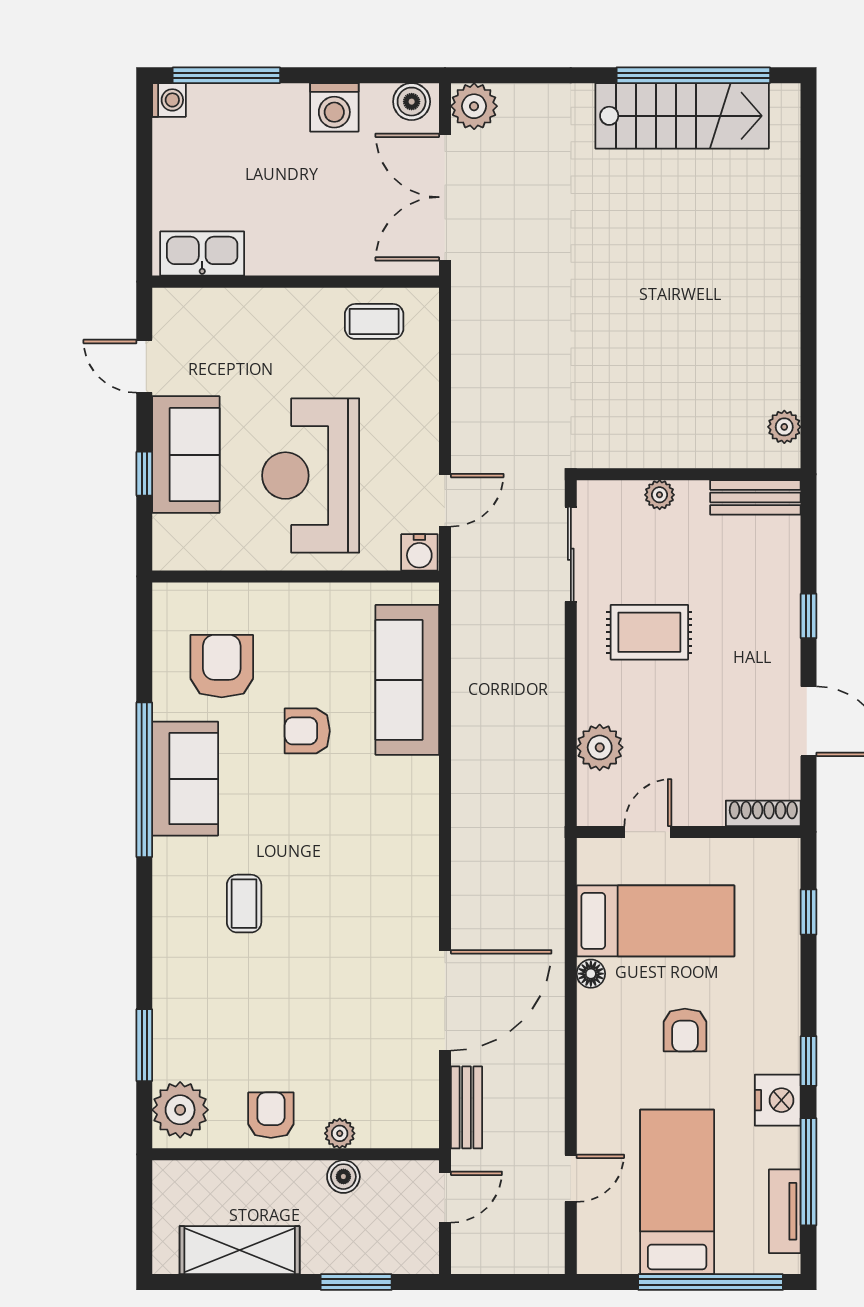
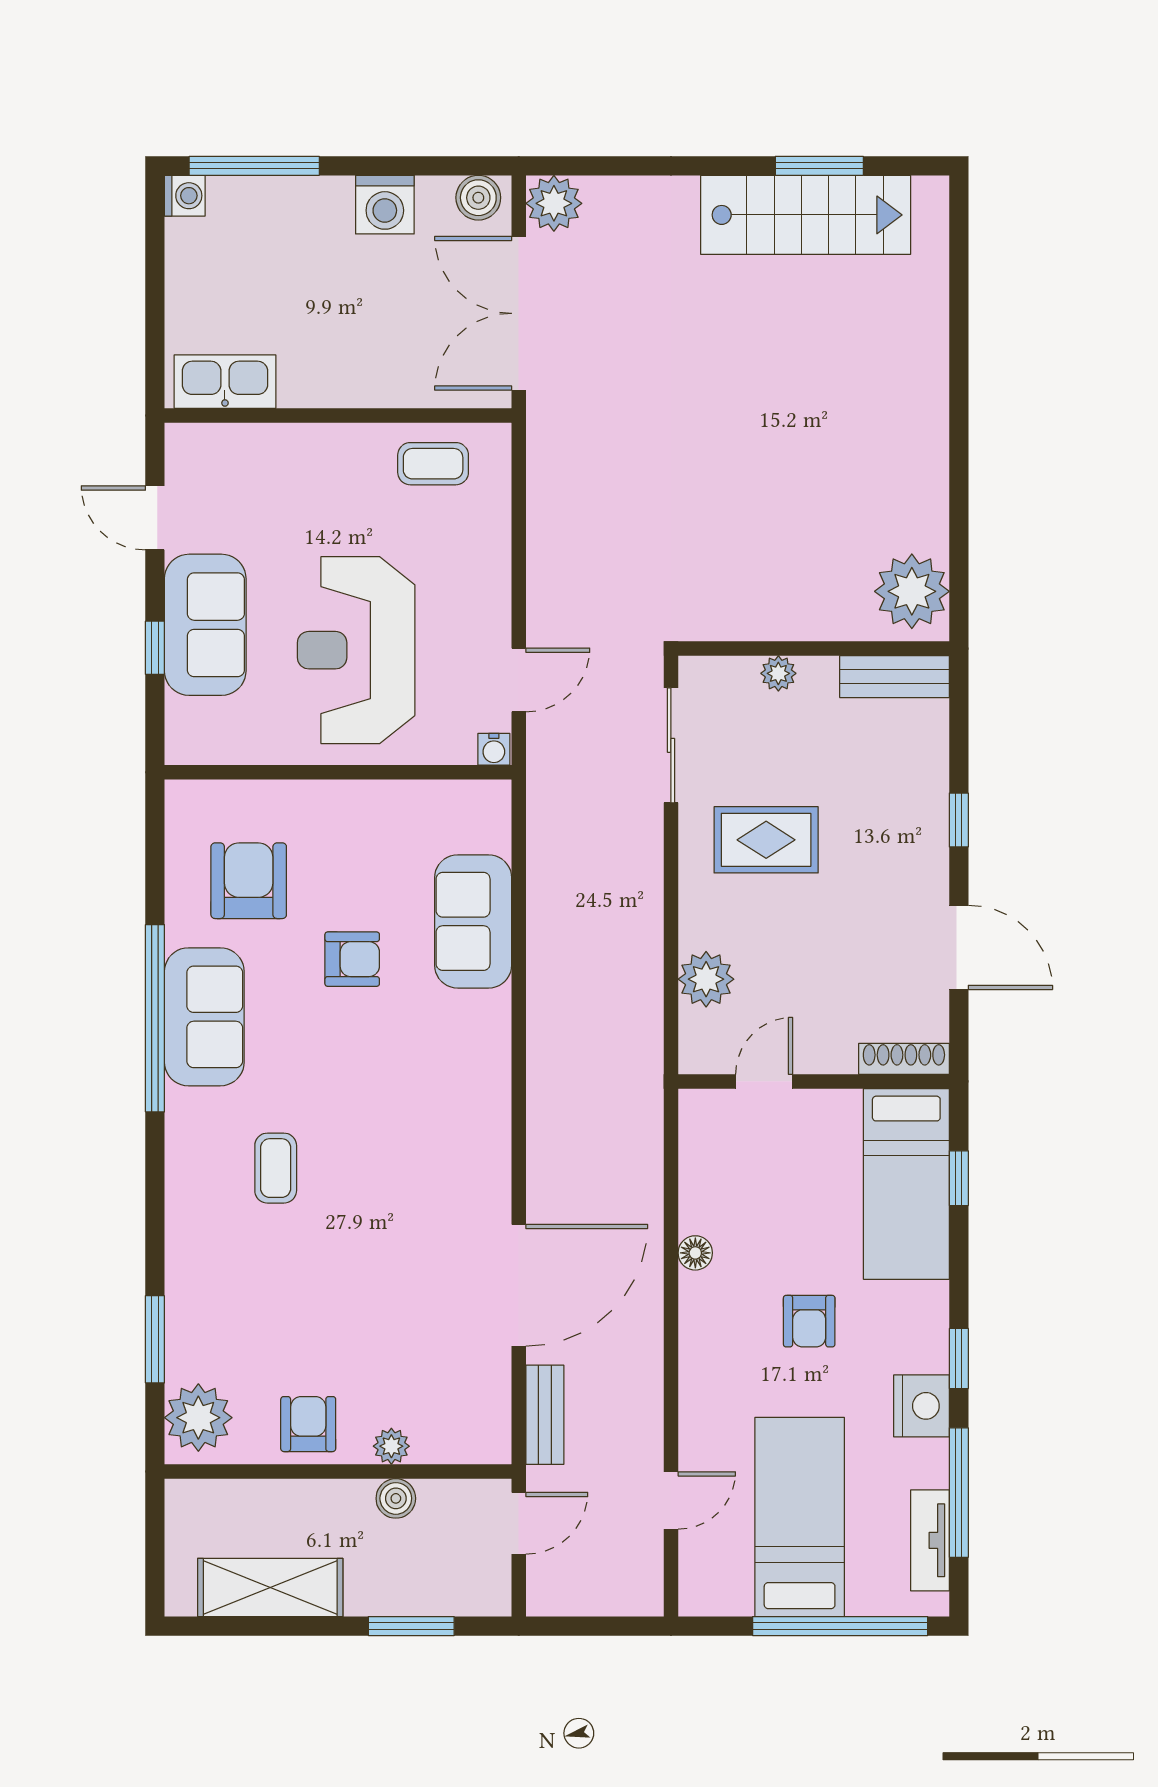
window: (693, 75) -> (819, 166), width x0.47
plant: (784, 427) -> (912, 591), width x1.88, depth x1.88
water cooler: (419, 552) -> (494, 749), width x0.72, depth x0.72
sofa: (407, 680) -> (473, 921), width x0.73
armchair: (307, 731) -> (352, 959), turned 180
bed: (655, 921) -> (906, 1184), moved, turned 90

